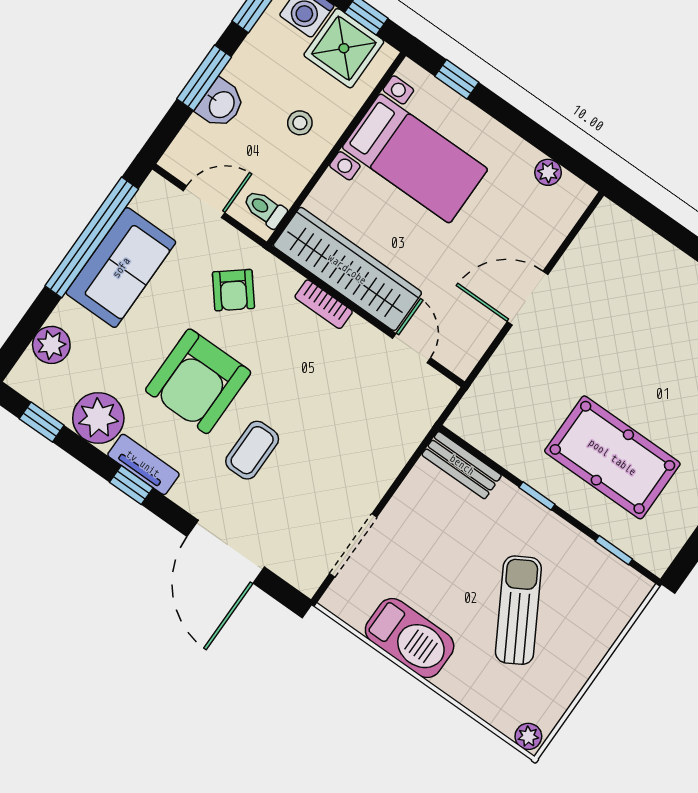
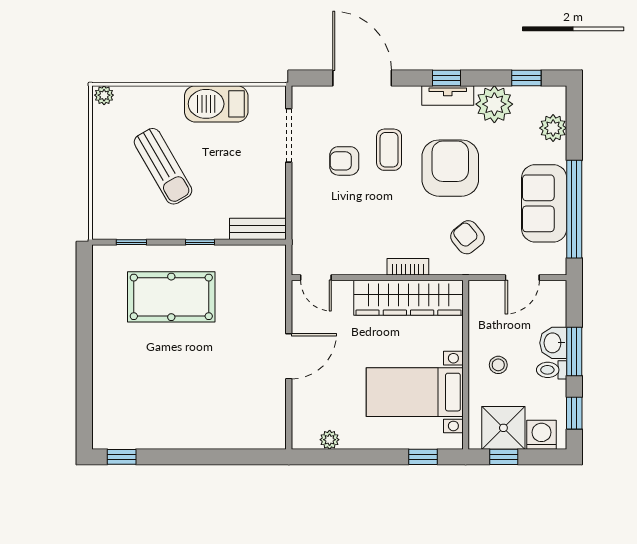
toilet: (265, 209) -> (552, 370), moved, turned 180
door: (411, 348) -> (316, 278), moved
armchair: (311, 473) -> (344, 161), added

